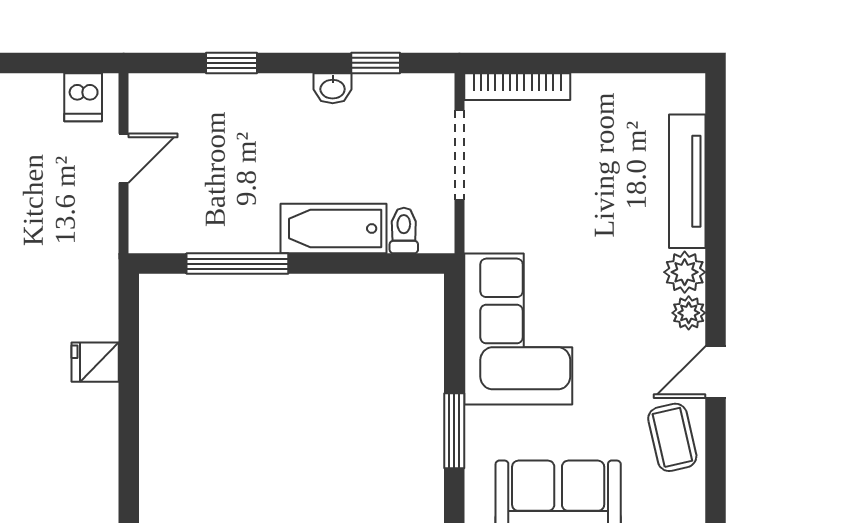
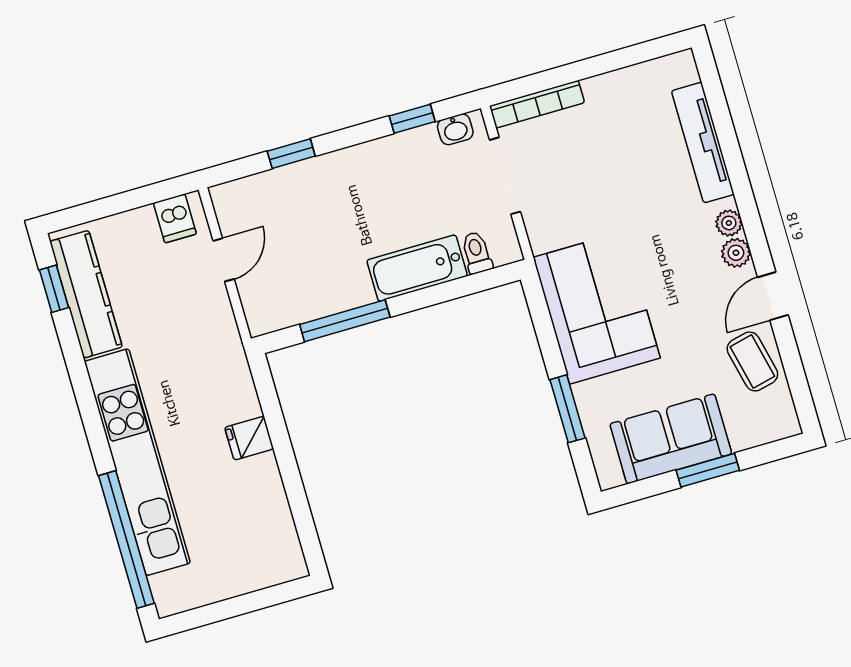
washbasin: (333, 88) -> (455, 129), moved
plant: (685, 272) -> (729, 223), width x0.73, depth x0.73

